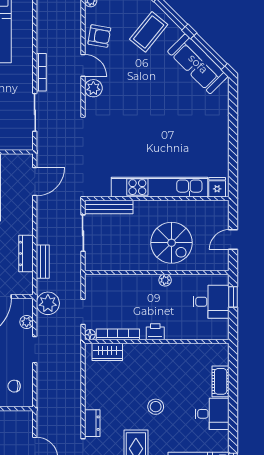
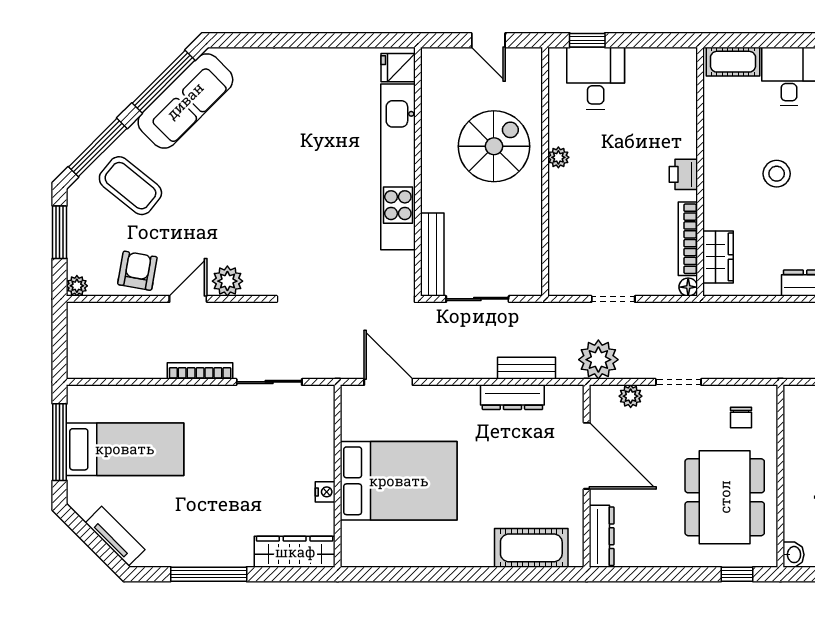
printer: (155, 332) -> (683, 174), moved
bookcase: (118, 334) -> (688, 239), moved
floor lamp: (90, 335) -> (688, 287), moved
wall: (157, 341) -> (700, 172), moved
wardrobe: (107, 352) -> (718, 257), moved

